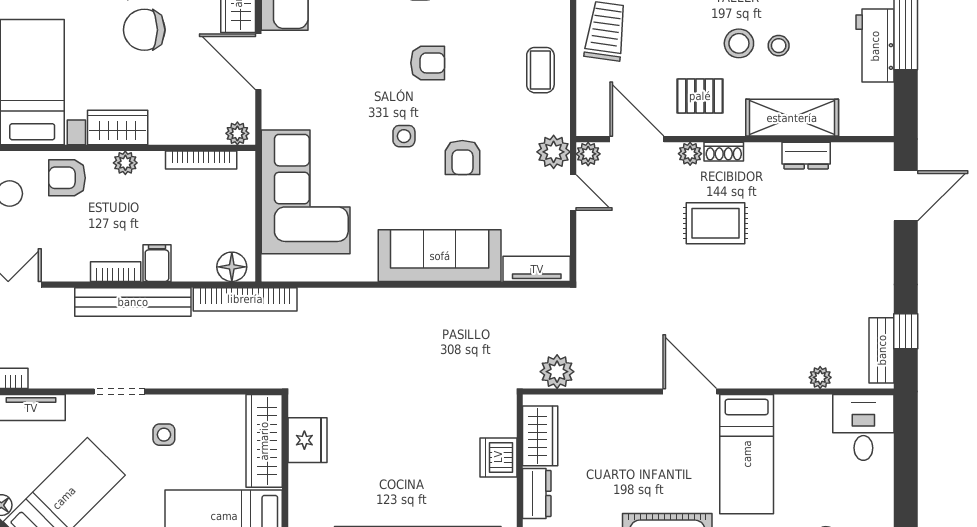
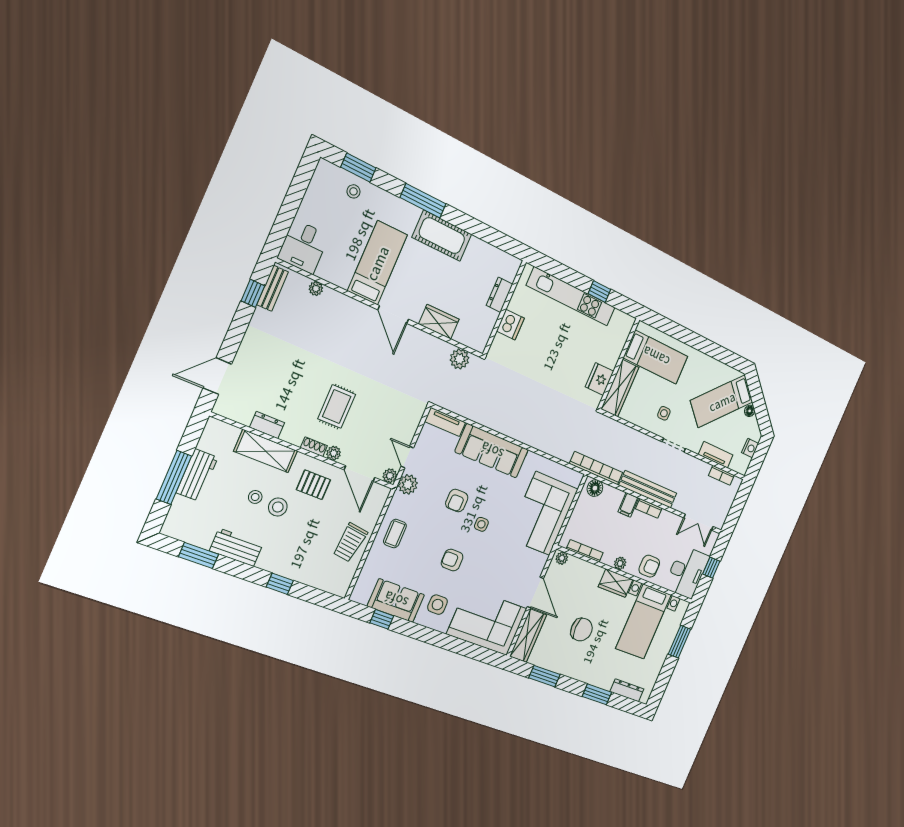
armchair: (462, 157) -> (457, 501), turned 180
rug: (716, 223) -> (337, 407), turned 90
wardrobe: (540, 436) -> (439, 322), moved, turned 90

